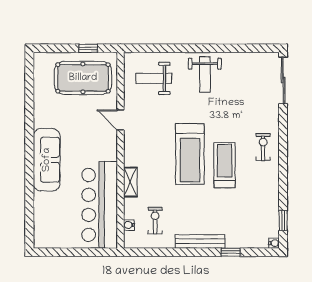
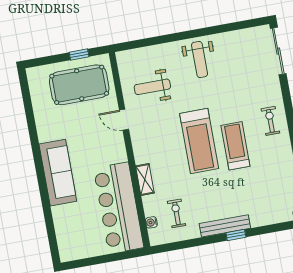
weight bench: (154, 78) -> (152, 87), moved
window: (231, 252) -> (236, 235), moved

